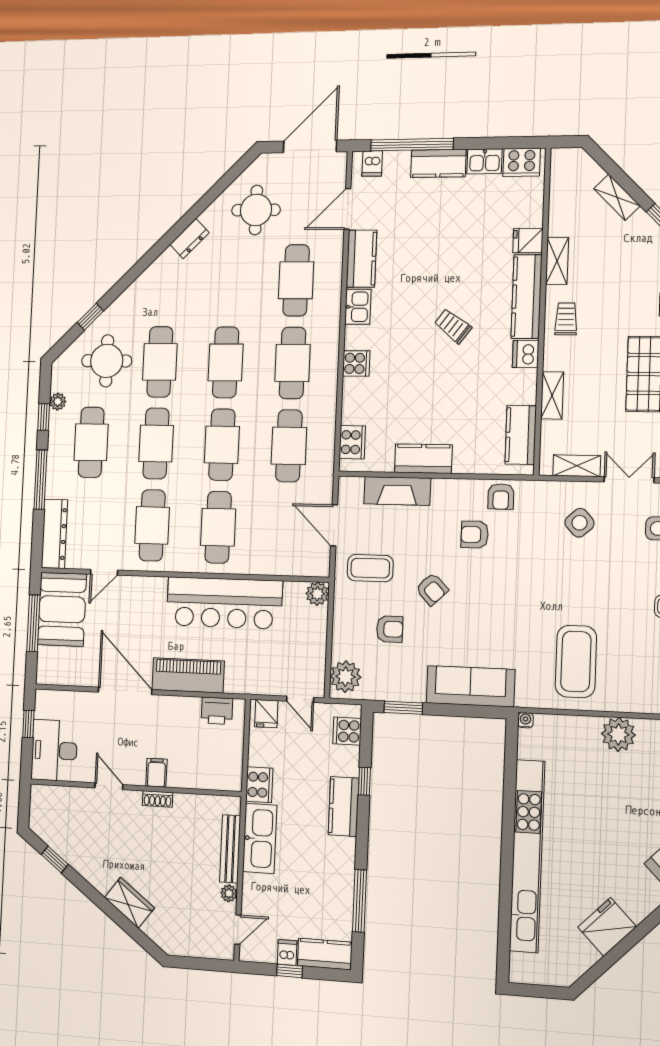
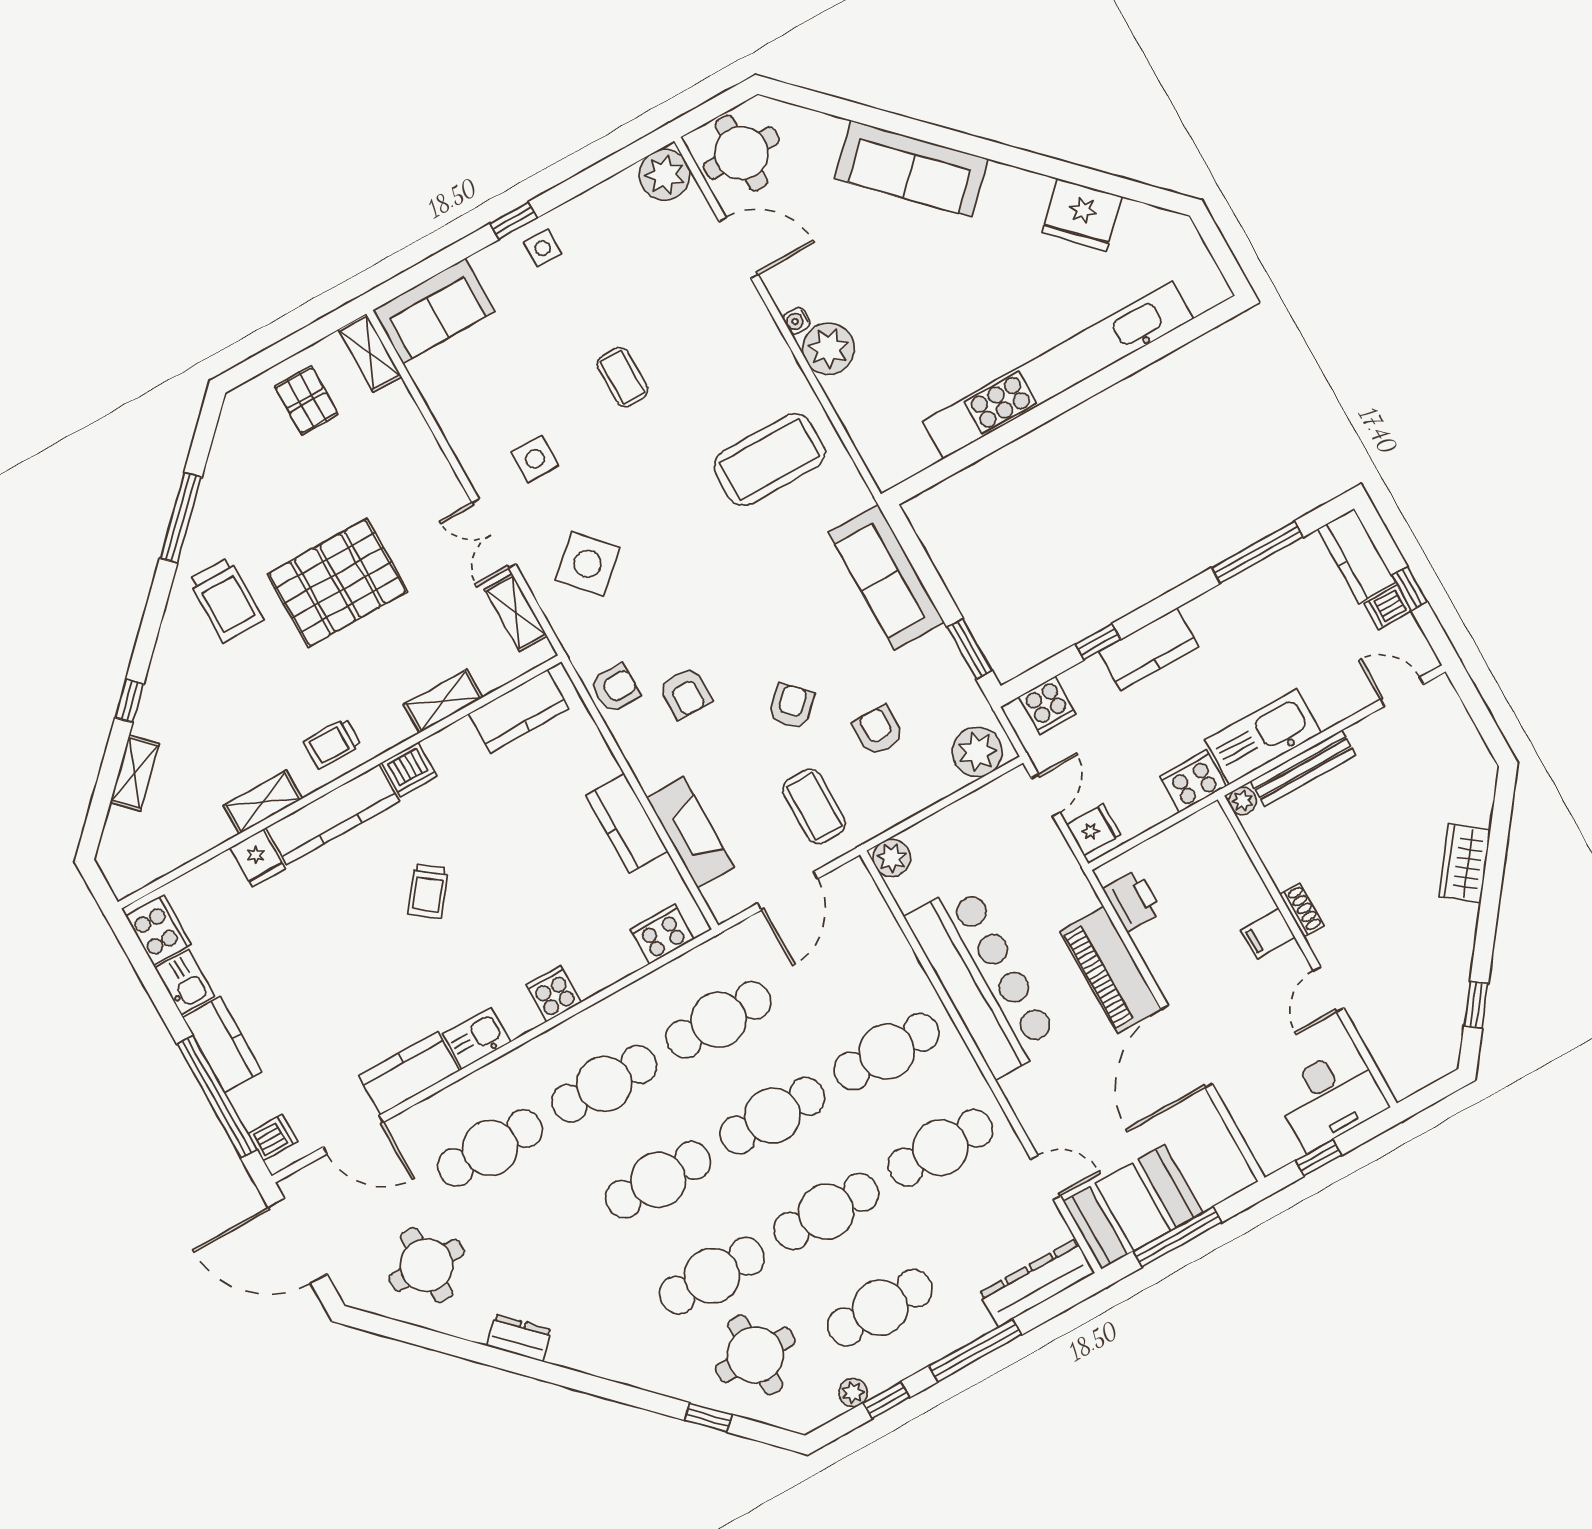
side table: (580, 523) -> (588, 564), width x1.37, depth x1.37
water cooler: (525, 720) -> (797, 321), moved
plant: (229, 893) -> (1243, 801), moved

